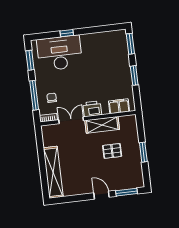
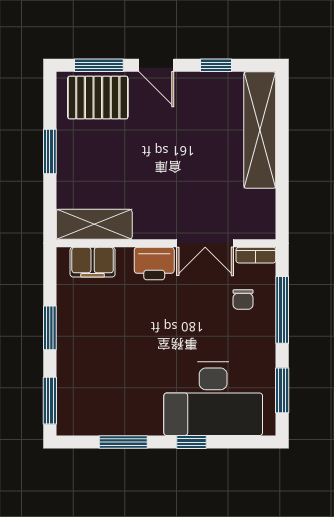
window: (96, 30) -> (123, 442), added
shelving: (102, 125) -> (94, 224), moved
pallet: (112, 151) -> (98, 98), moved, width x1.50, depth x1.42
window: (76, 198) -> (216, 65), added

